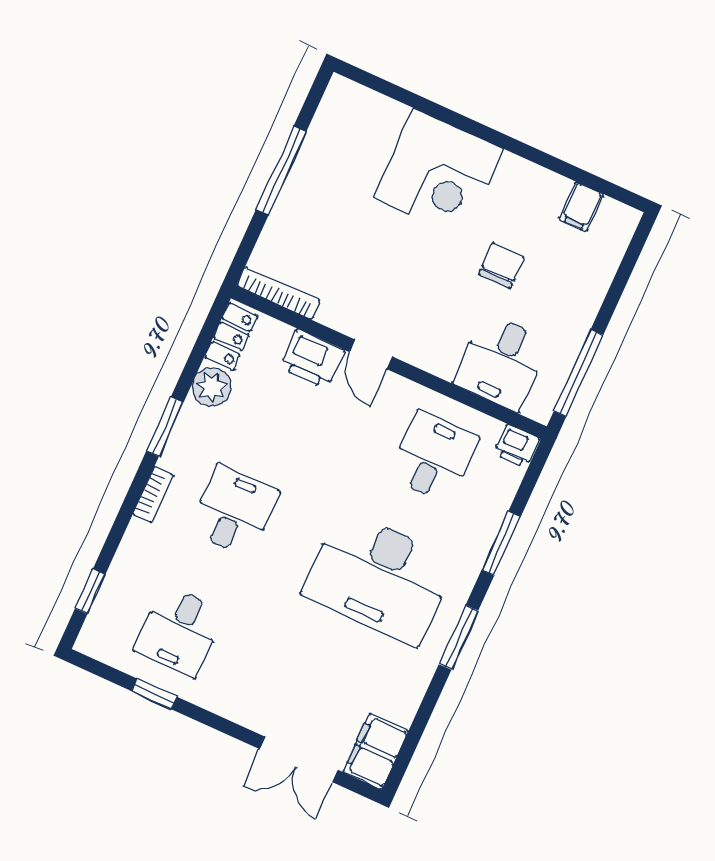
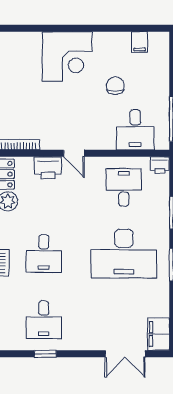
desk: (234, 511) -> (44, 254), turned 180

